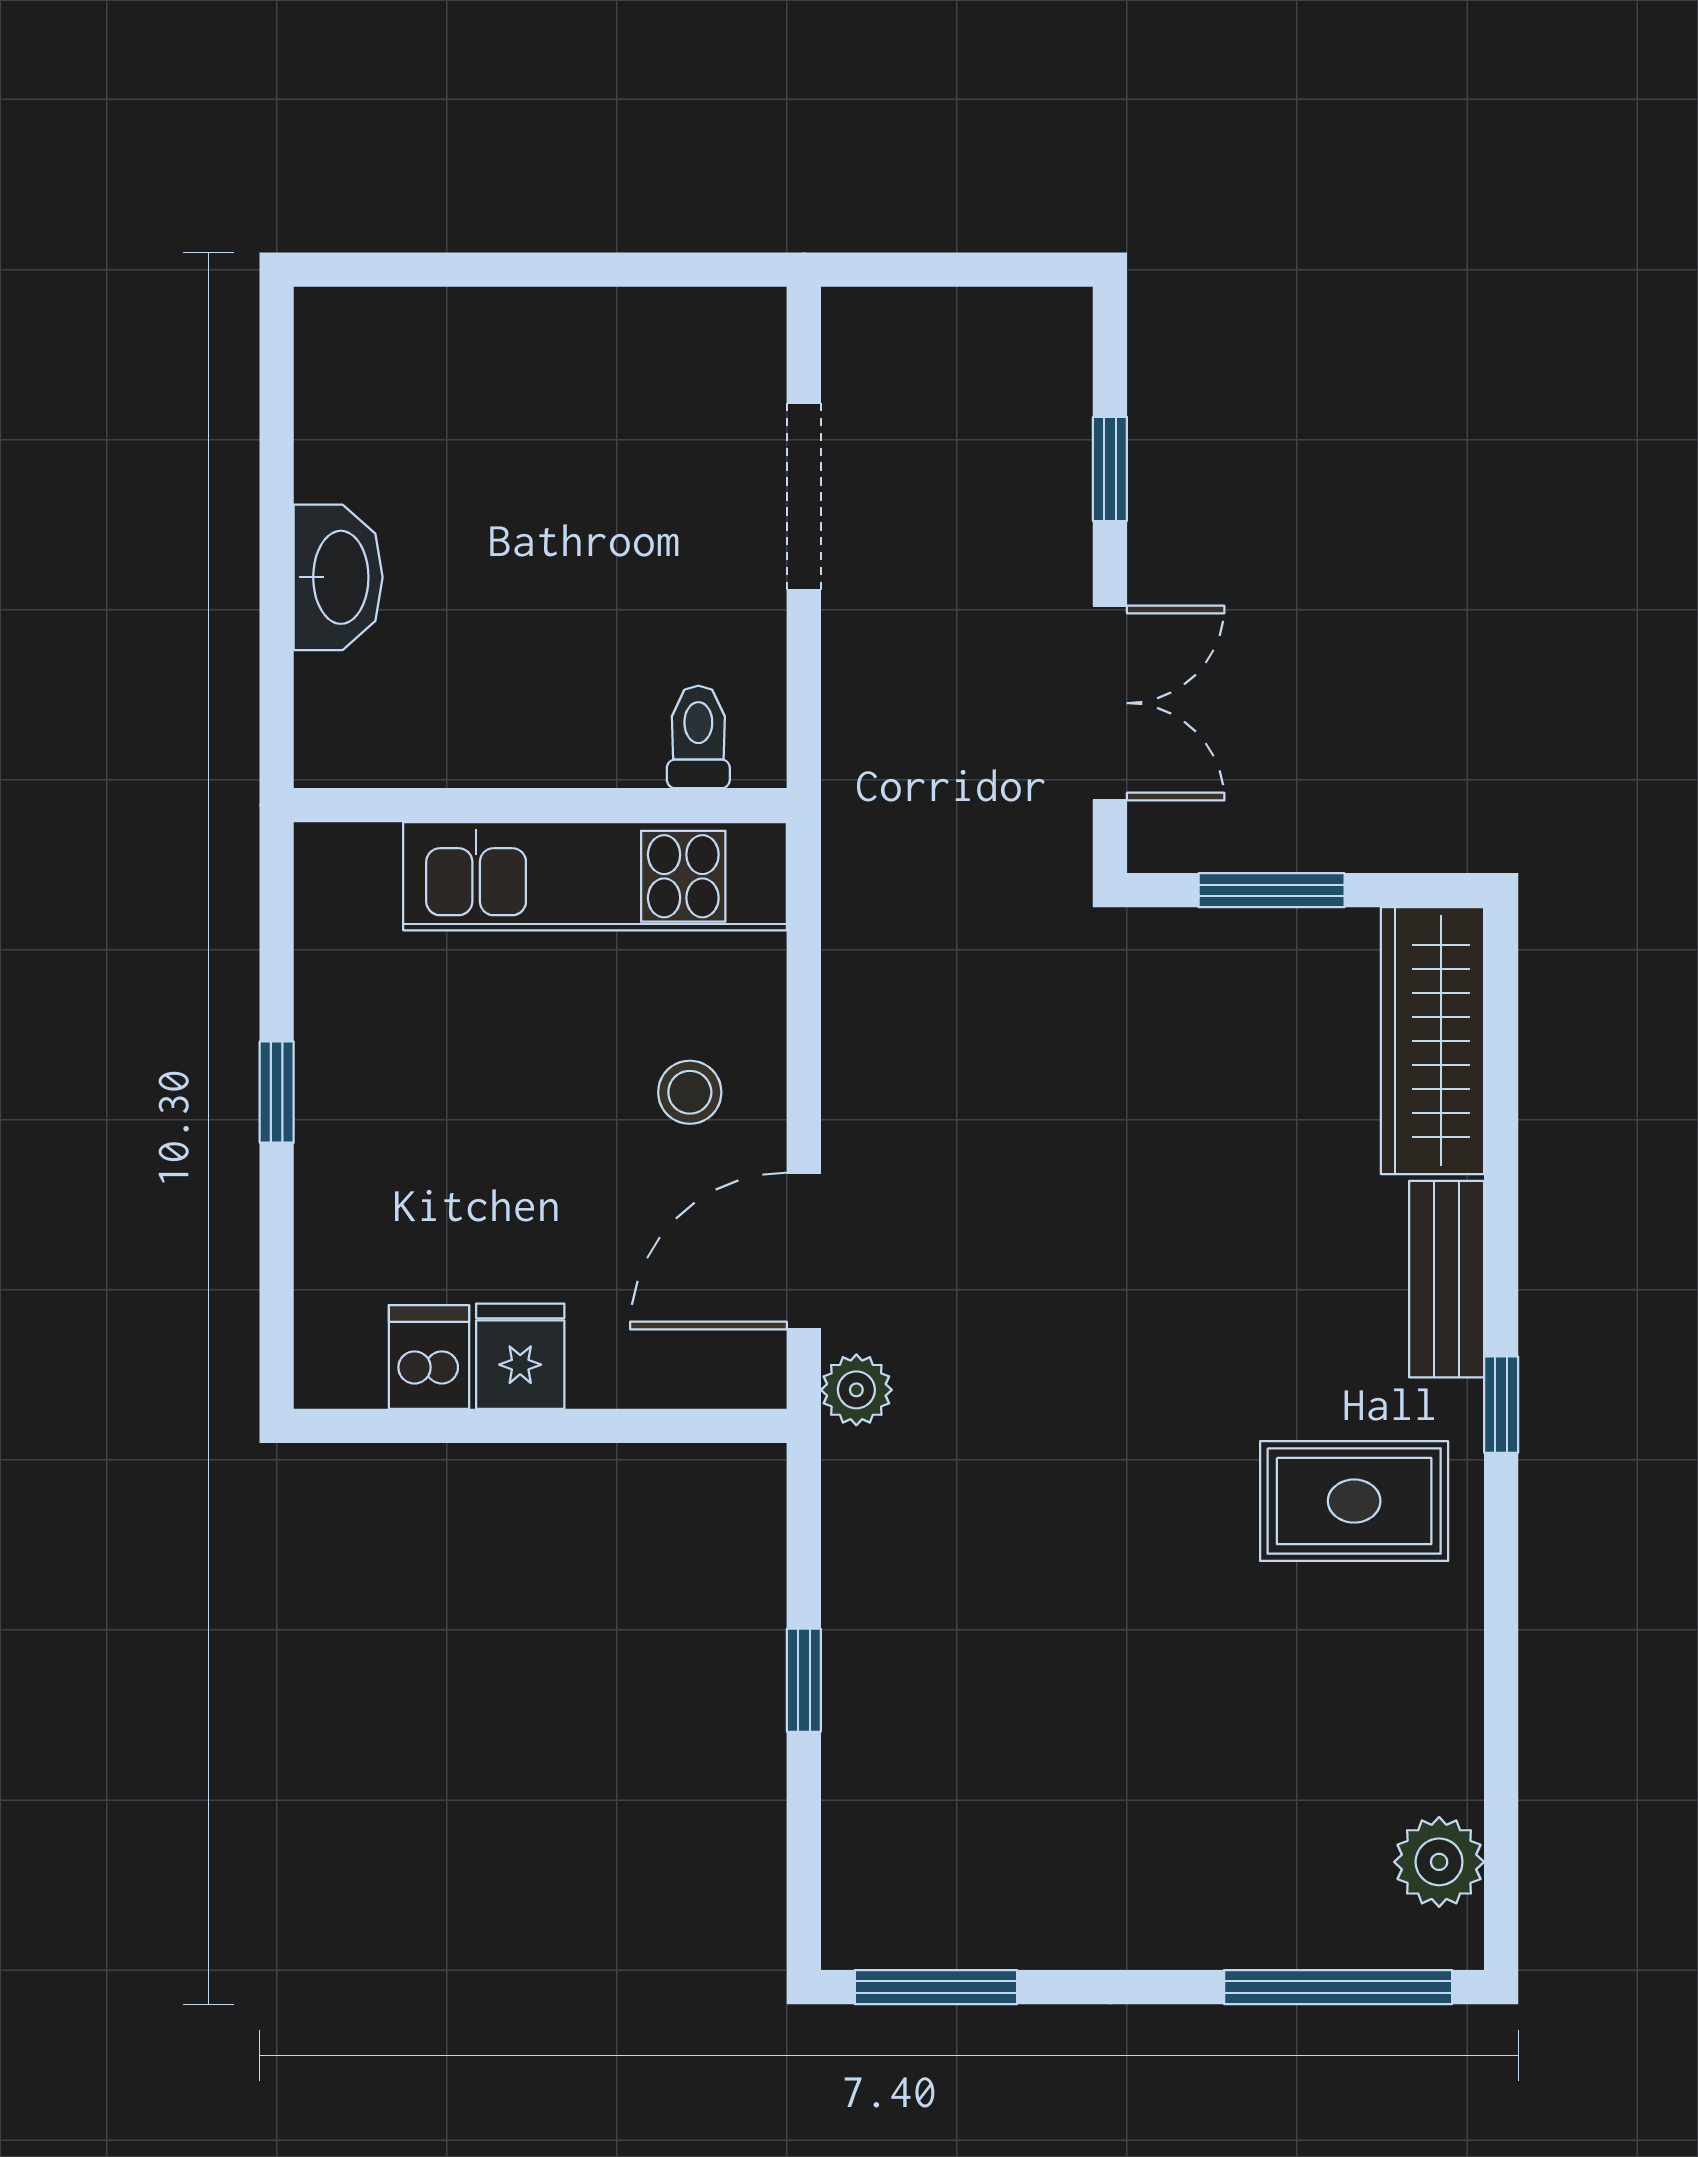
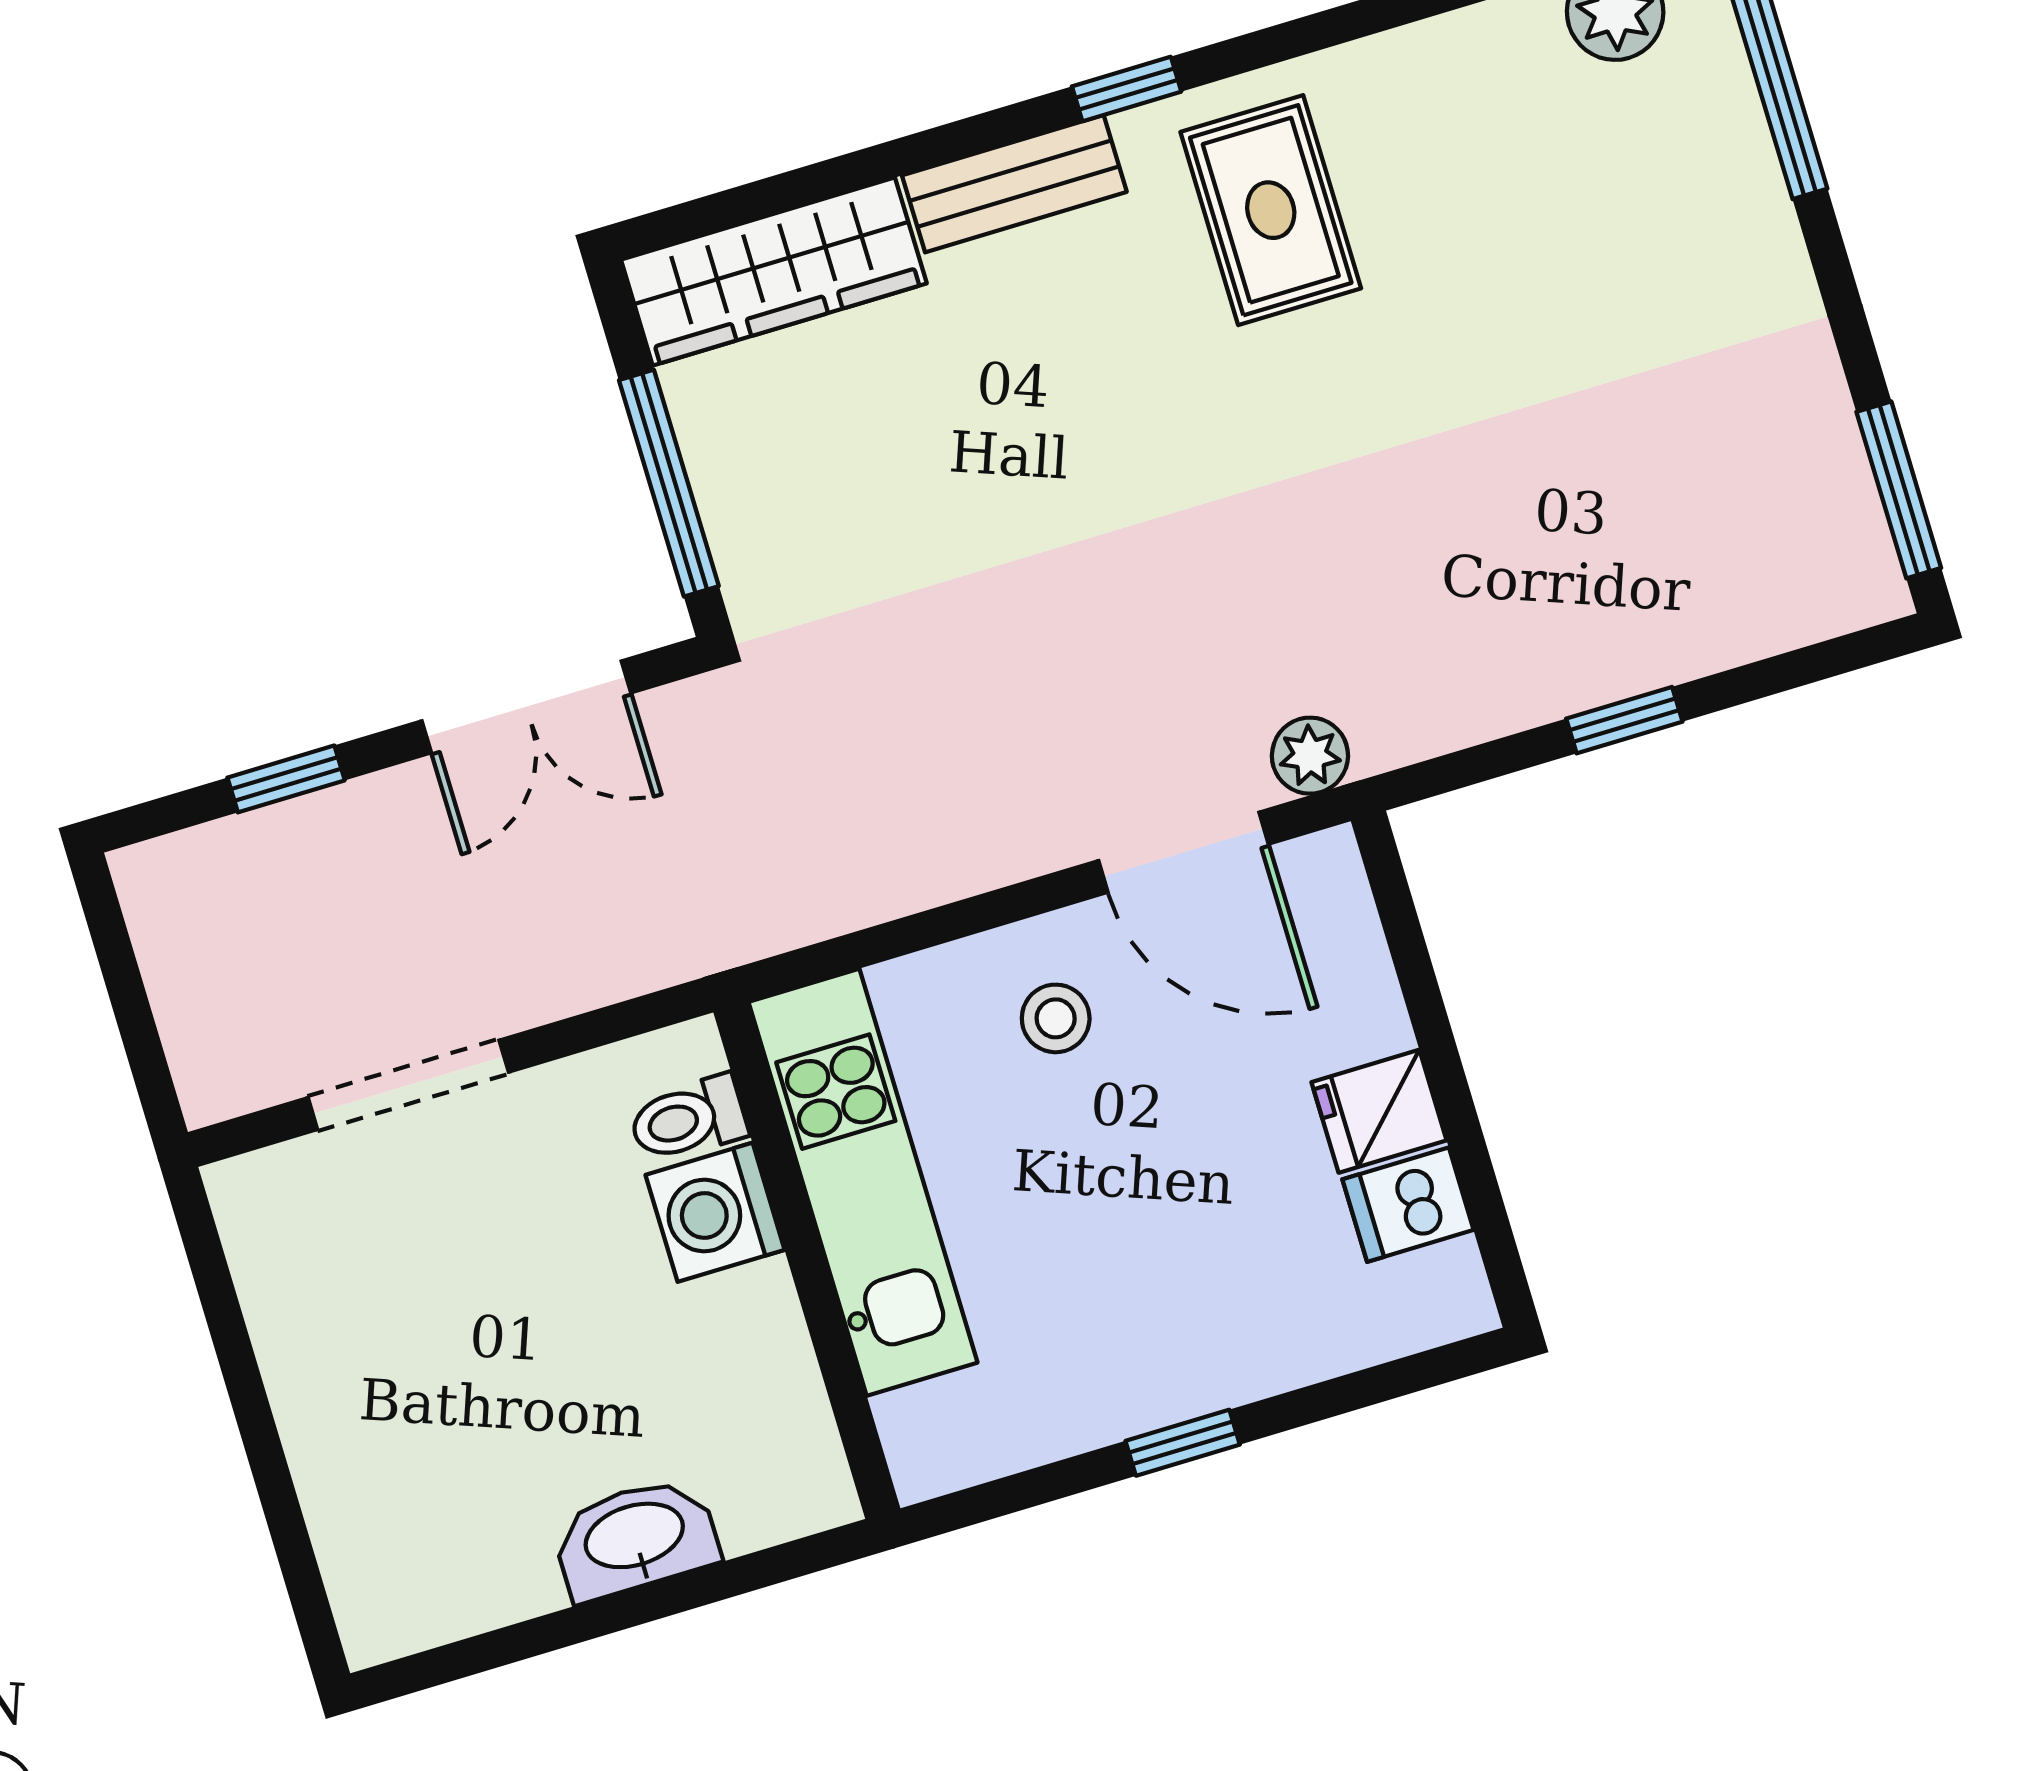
double door: (1110, 703) -> (526, 707), swing flipped
washing machine: (608, 736) -> (715, 1212), added
window: (1272, 890) -> (669, 483), width x1.44

